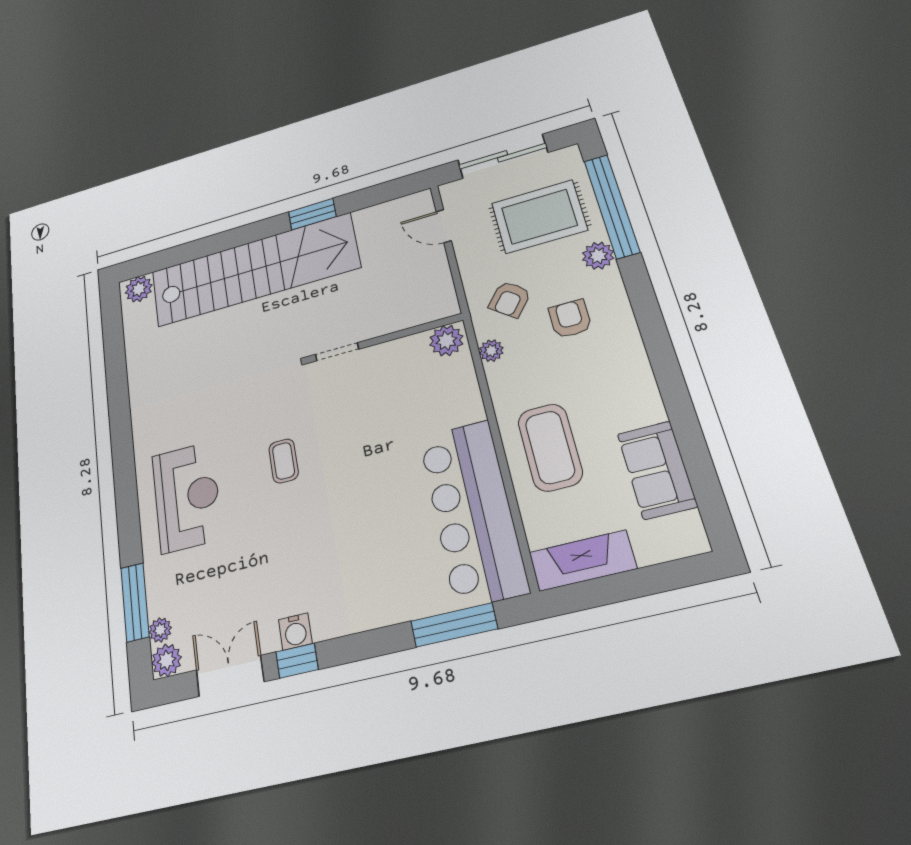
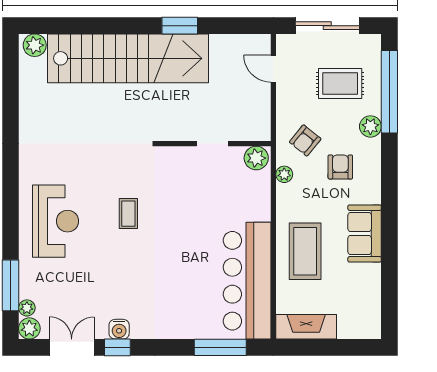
rug: (539, 217) -> (340, 84), width x0.73, depth x0.70
doorway: (337, 352) -> (212, 144), moved
sofa: (657, 470) -> (365, 233), moved

